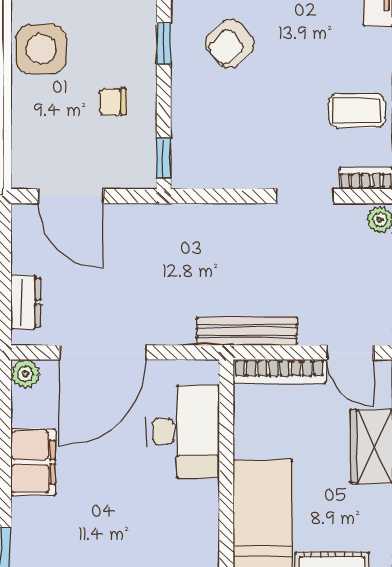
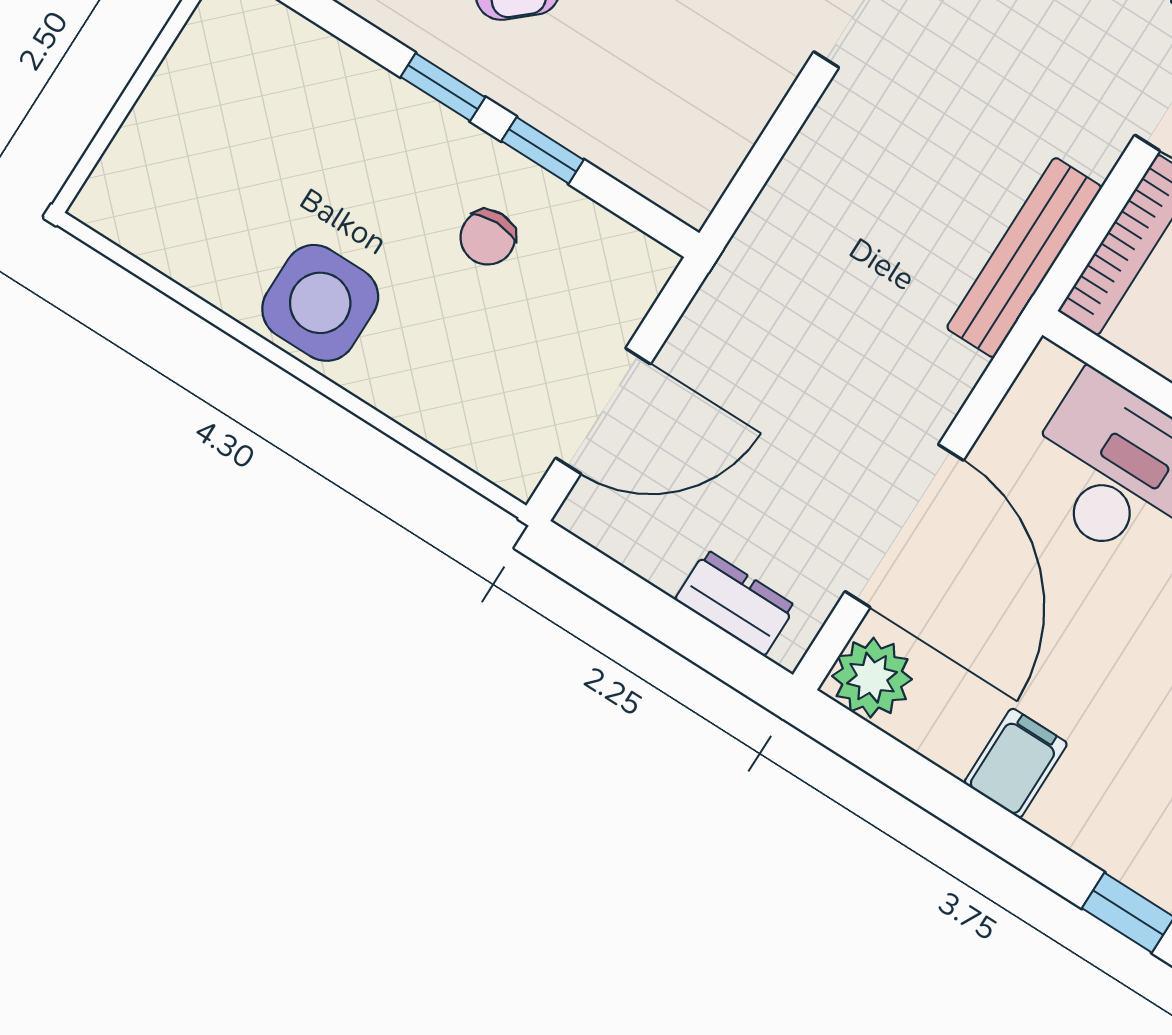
window: (164, 158) -> (543, 150), moved
plant: (25, 374) -> (872, 678), width x1.38, depth x1.38
filing cabinet: (33, 462) -> (1016, 763), width x0.50

